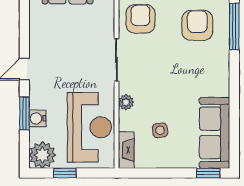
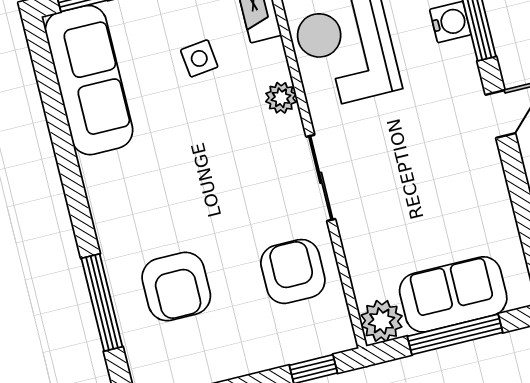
armchair: (141, 19) -> (293, 271), turned 180

